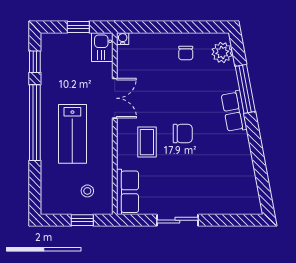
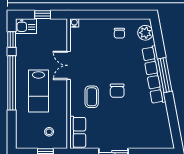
kitchen sink: (102, 47) -> (26, 26), moved, turned -90
window: (245, 89) -> (165, 75), moved
double door: (115, 98) -> (69, 65), swing flipped
row of seats: (234, 111) -> (154, 75), width x2.02
chair: (183, 134) -> (117, 91), turned 90

